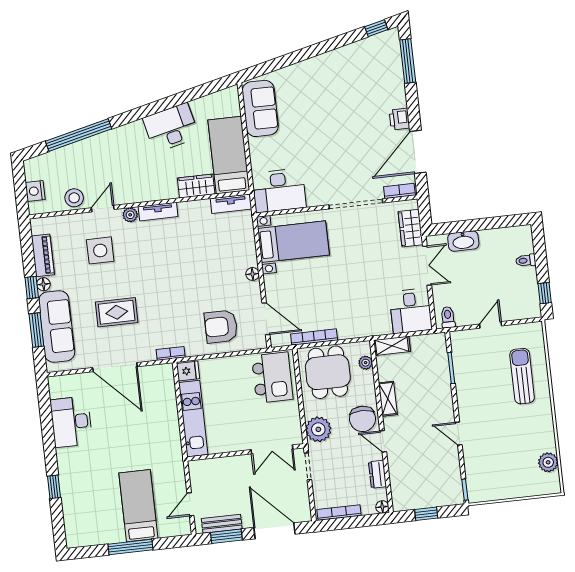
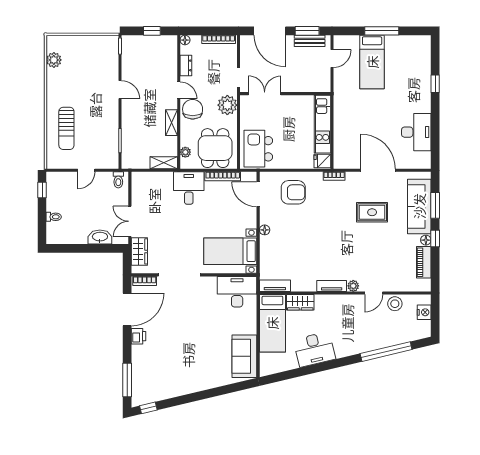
side table: (100, 250) -> (379, 261), removed
desk: (411, 311) -> (189, 188), moved

